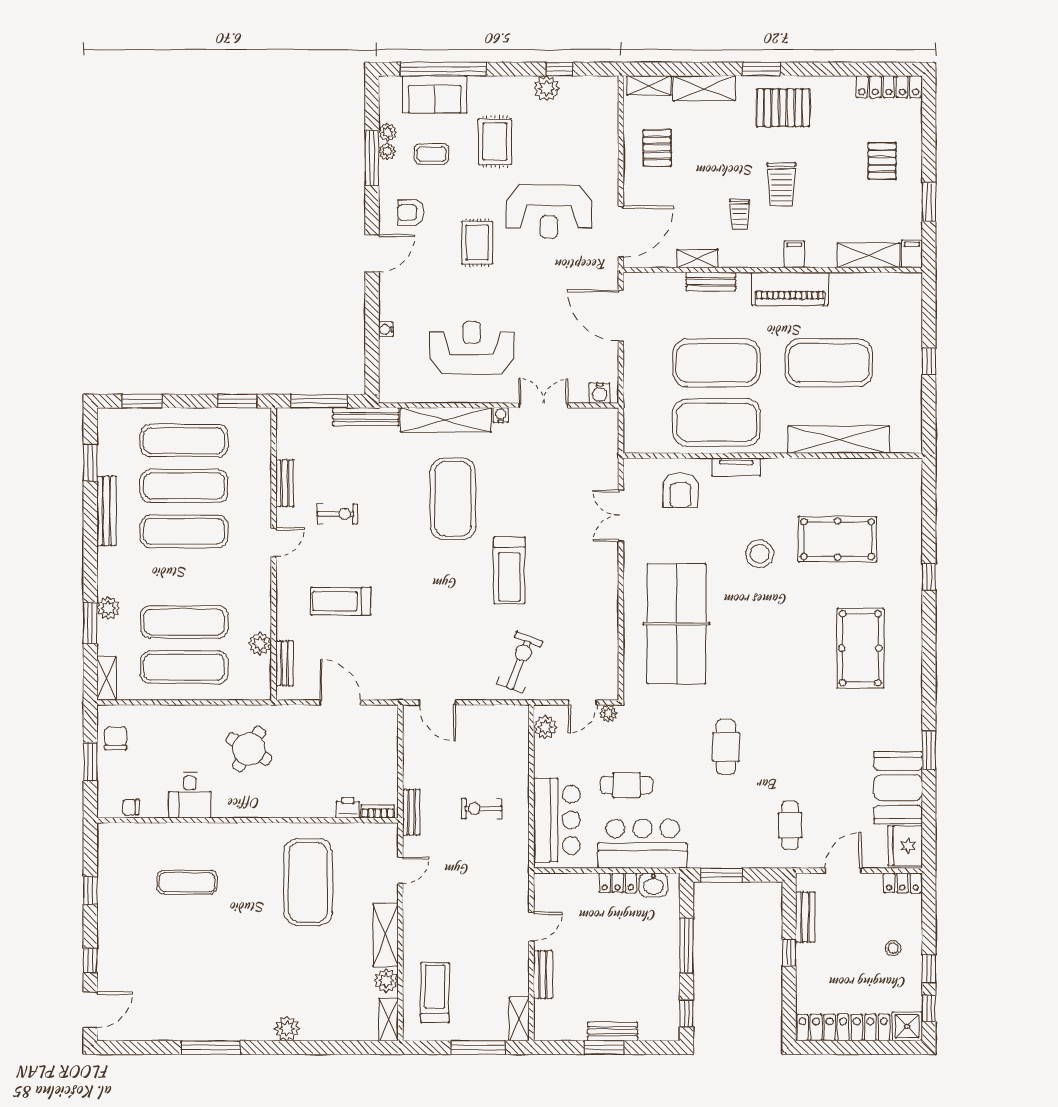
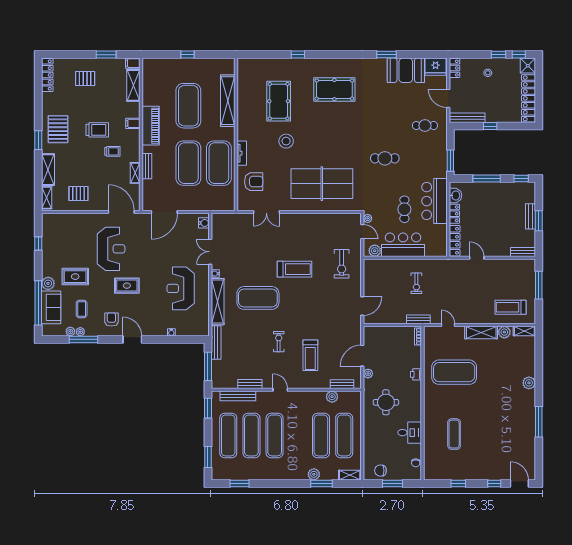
plant: (547, 88) -> (48, 283), moved
armchair: (411, 212) -> (111, 320), turned 180
bench: (107, 511) -> (238, 396), moved
exercise bike: (337, 514) -> (279, 342), moved
exercise bike: (520, 662) -> (342, 264), turned -111
plant: (305, 714) -> (368, 374), added
round table: (249, 749) -> (386, 402), turned -31
printer: (348, 808) -> (416, 374), moved
bar counter: (557, 820) -> (403, 245), moved
locker: (565, 883) -> (455, 241), added
bench: (805, 917) -> (467, 118), width x1.36
bench: (543, 975) -> (523, 252), moved
shelving: (519, 1019) -> (524, 264), removed

